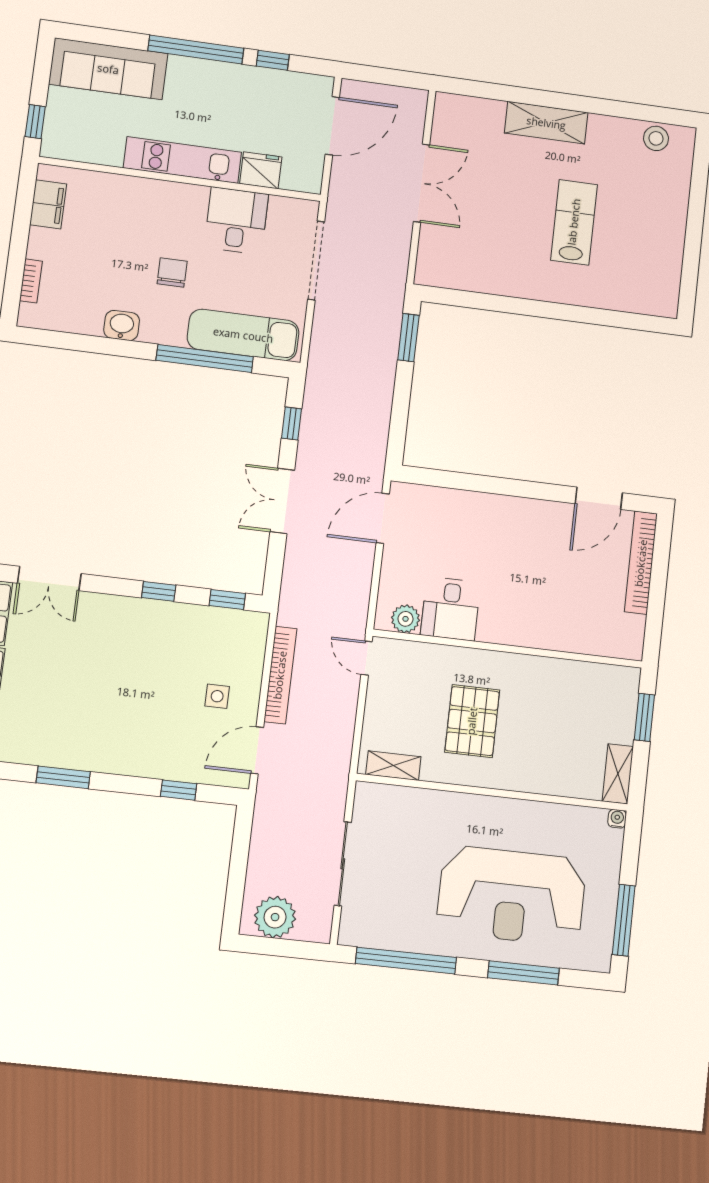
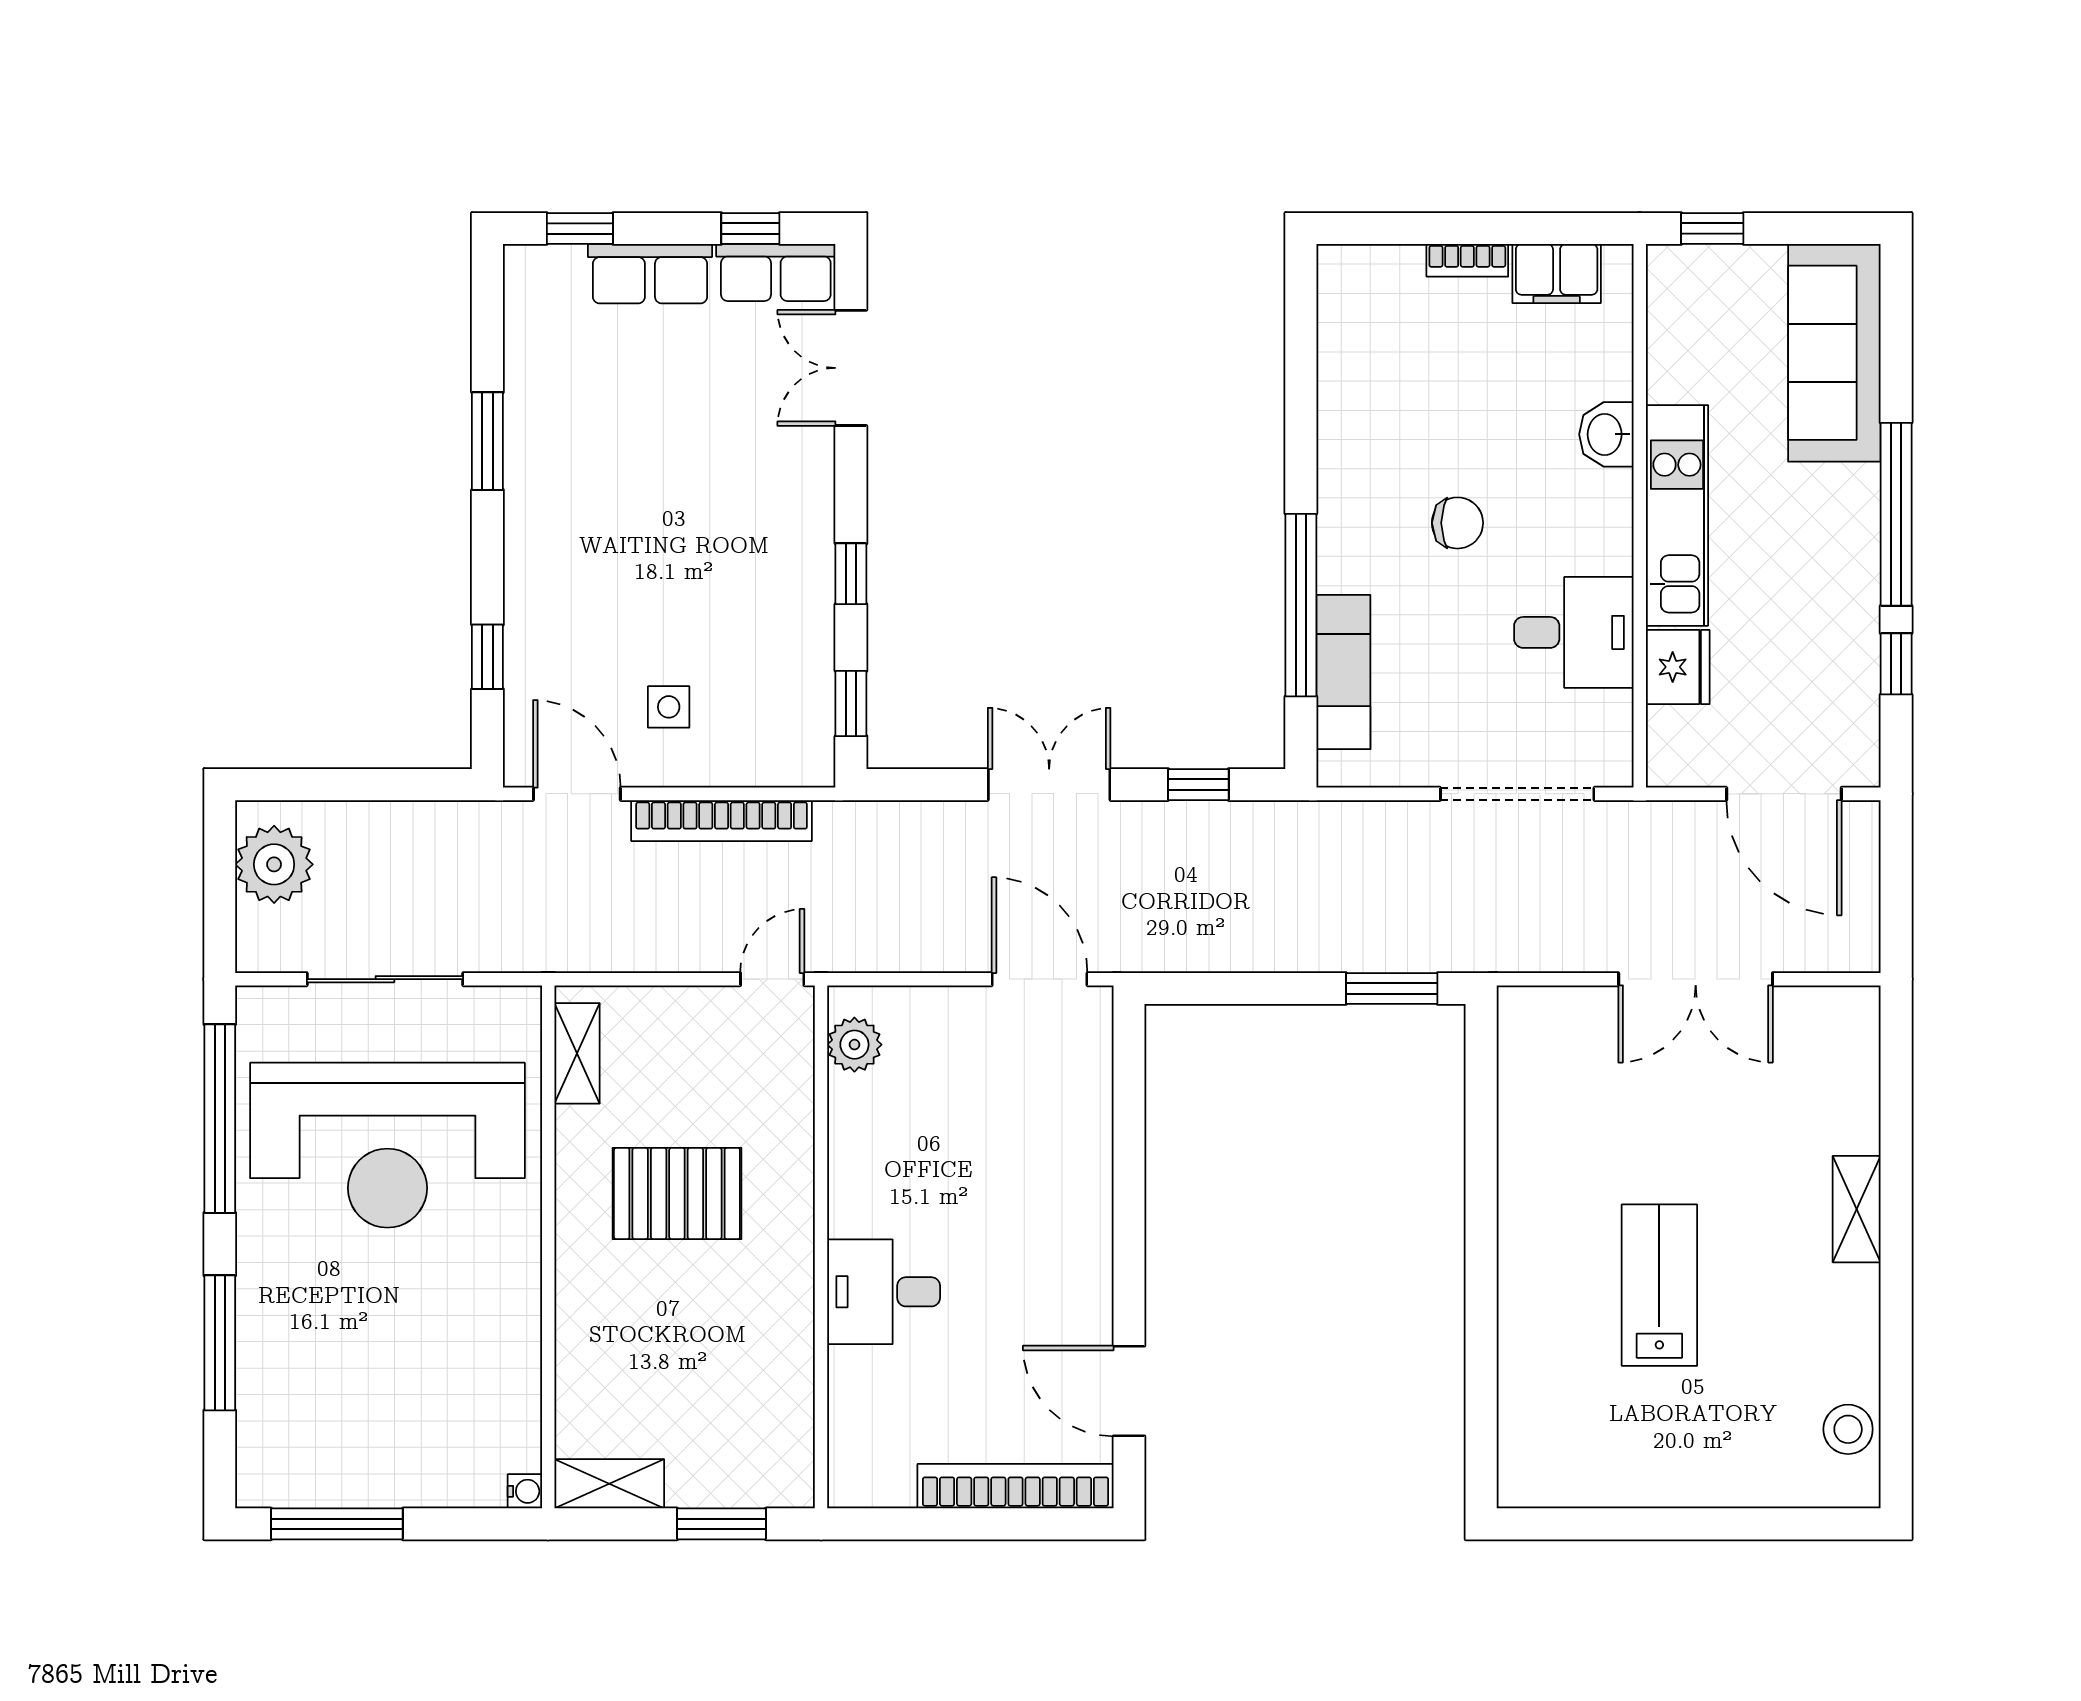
shelving: (546, 123) -> (1857, 1209), width x0.67, depth x0.75
lab bench: (574, 222) -> (1659, 1285), turned -90
bookcase: (31, 281) -> (1467, 260), moved
washbasin: (122, 325) -> (1606, 434), moved, turned 180
exam couch: (243, 335) -> (1343, 672), width x0.73, depth x0.69
desk: (451, 609) -> (884, 1292), moved
reception desk: (511, 896) -> (387, 1145), moved, turned -90

